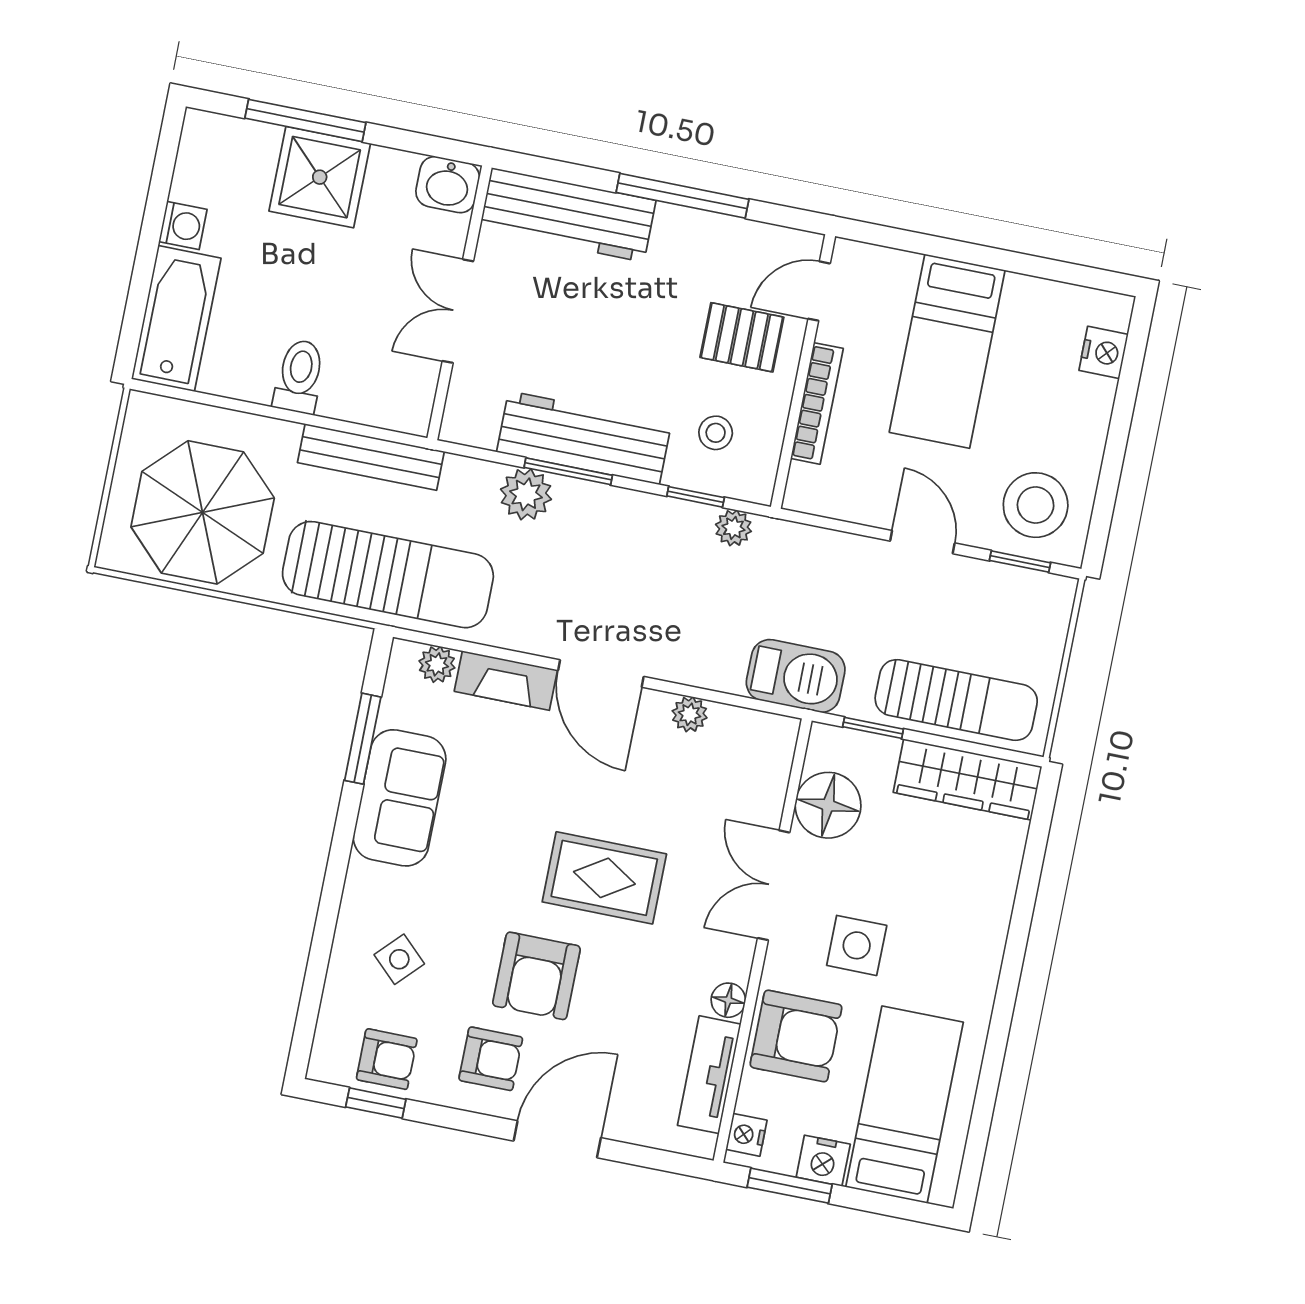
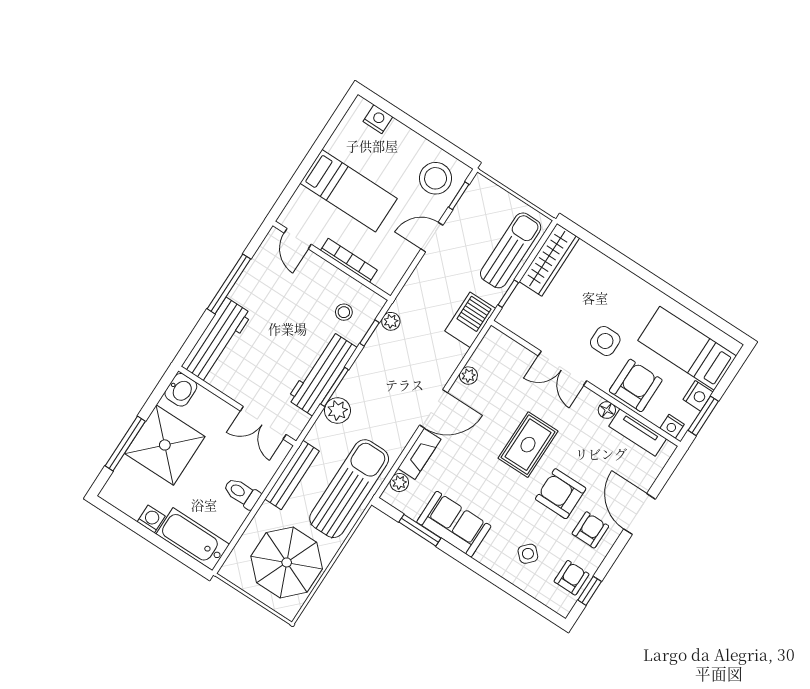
shower: (320, 177) -> (165, 445), width x1.37, depth x1.37
double door: (458, 311) -> (263, 423), moved
pallet: (742, 337) -> (305, 283), removed
floor lamp: (828, 805) -> (536, 329), removed
armchair: (536, 976) -> (561, 494), turned 180

